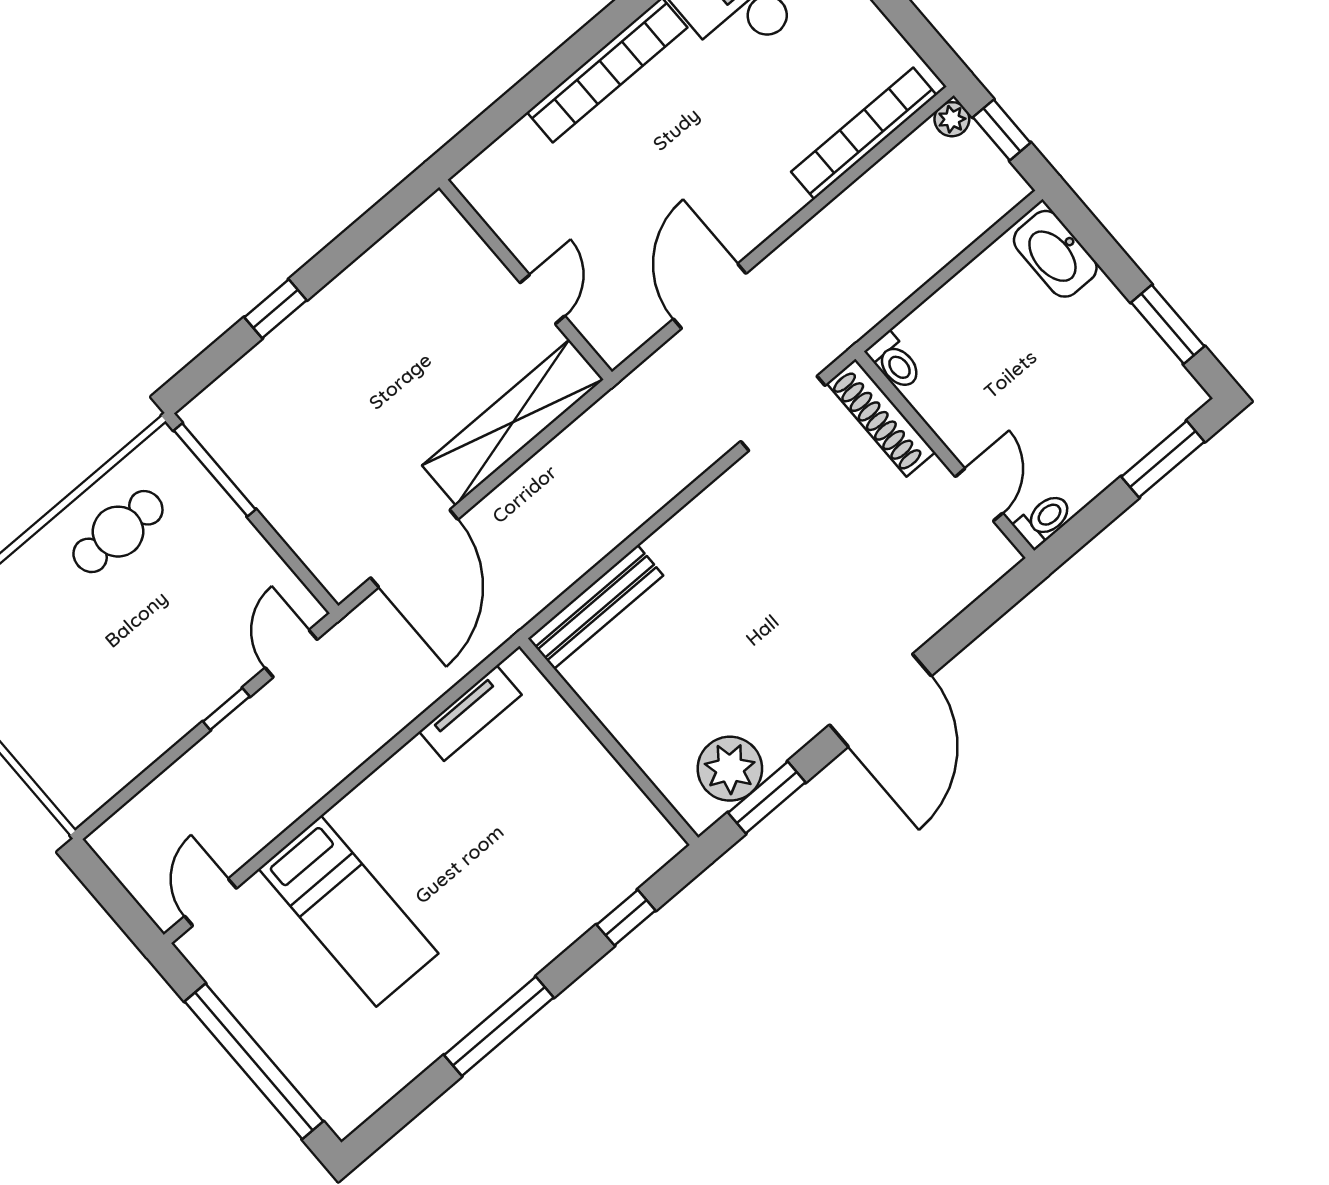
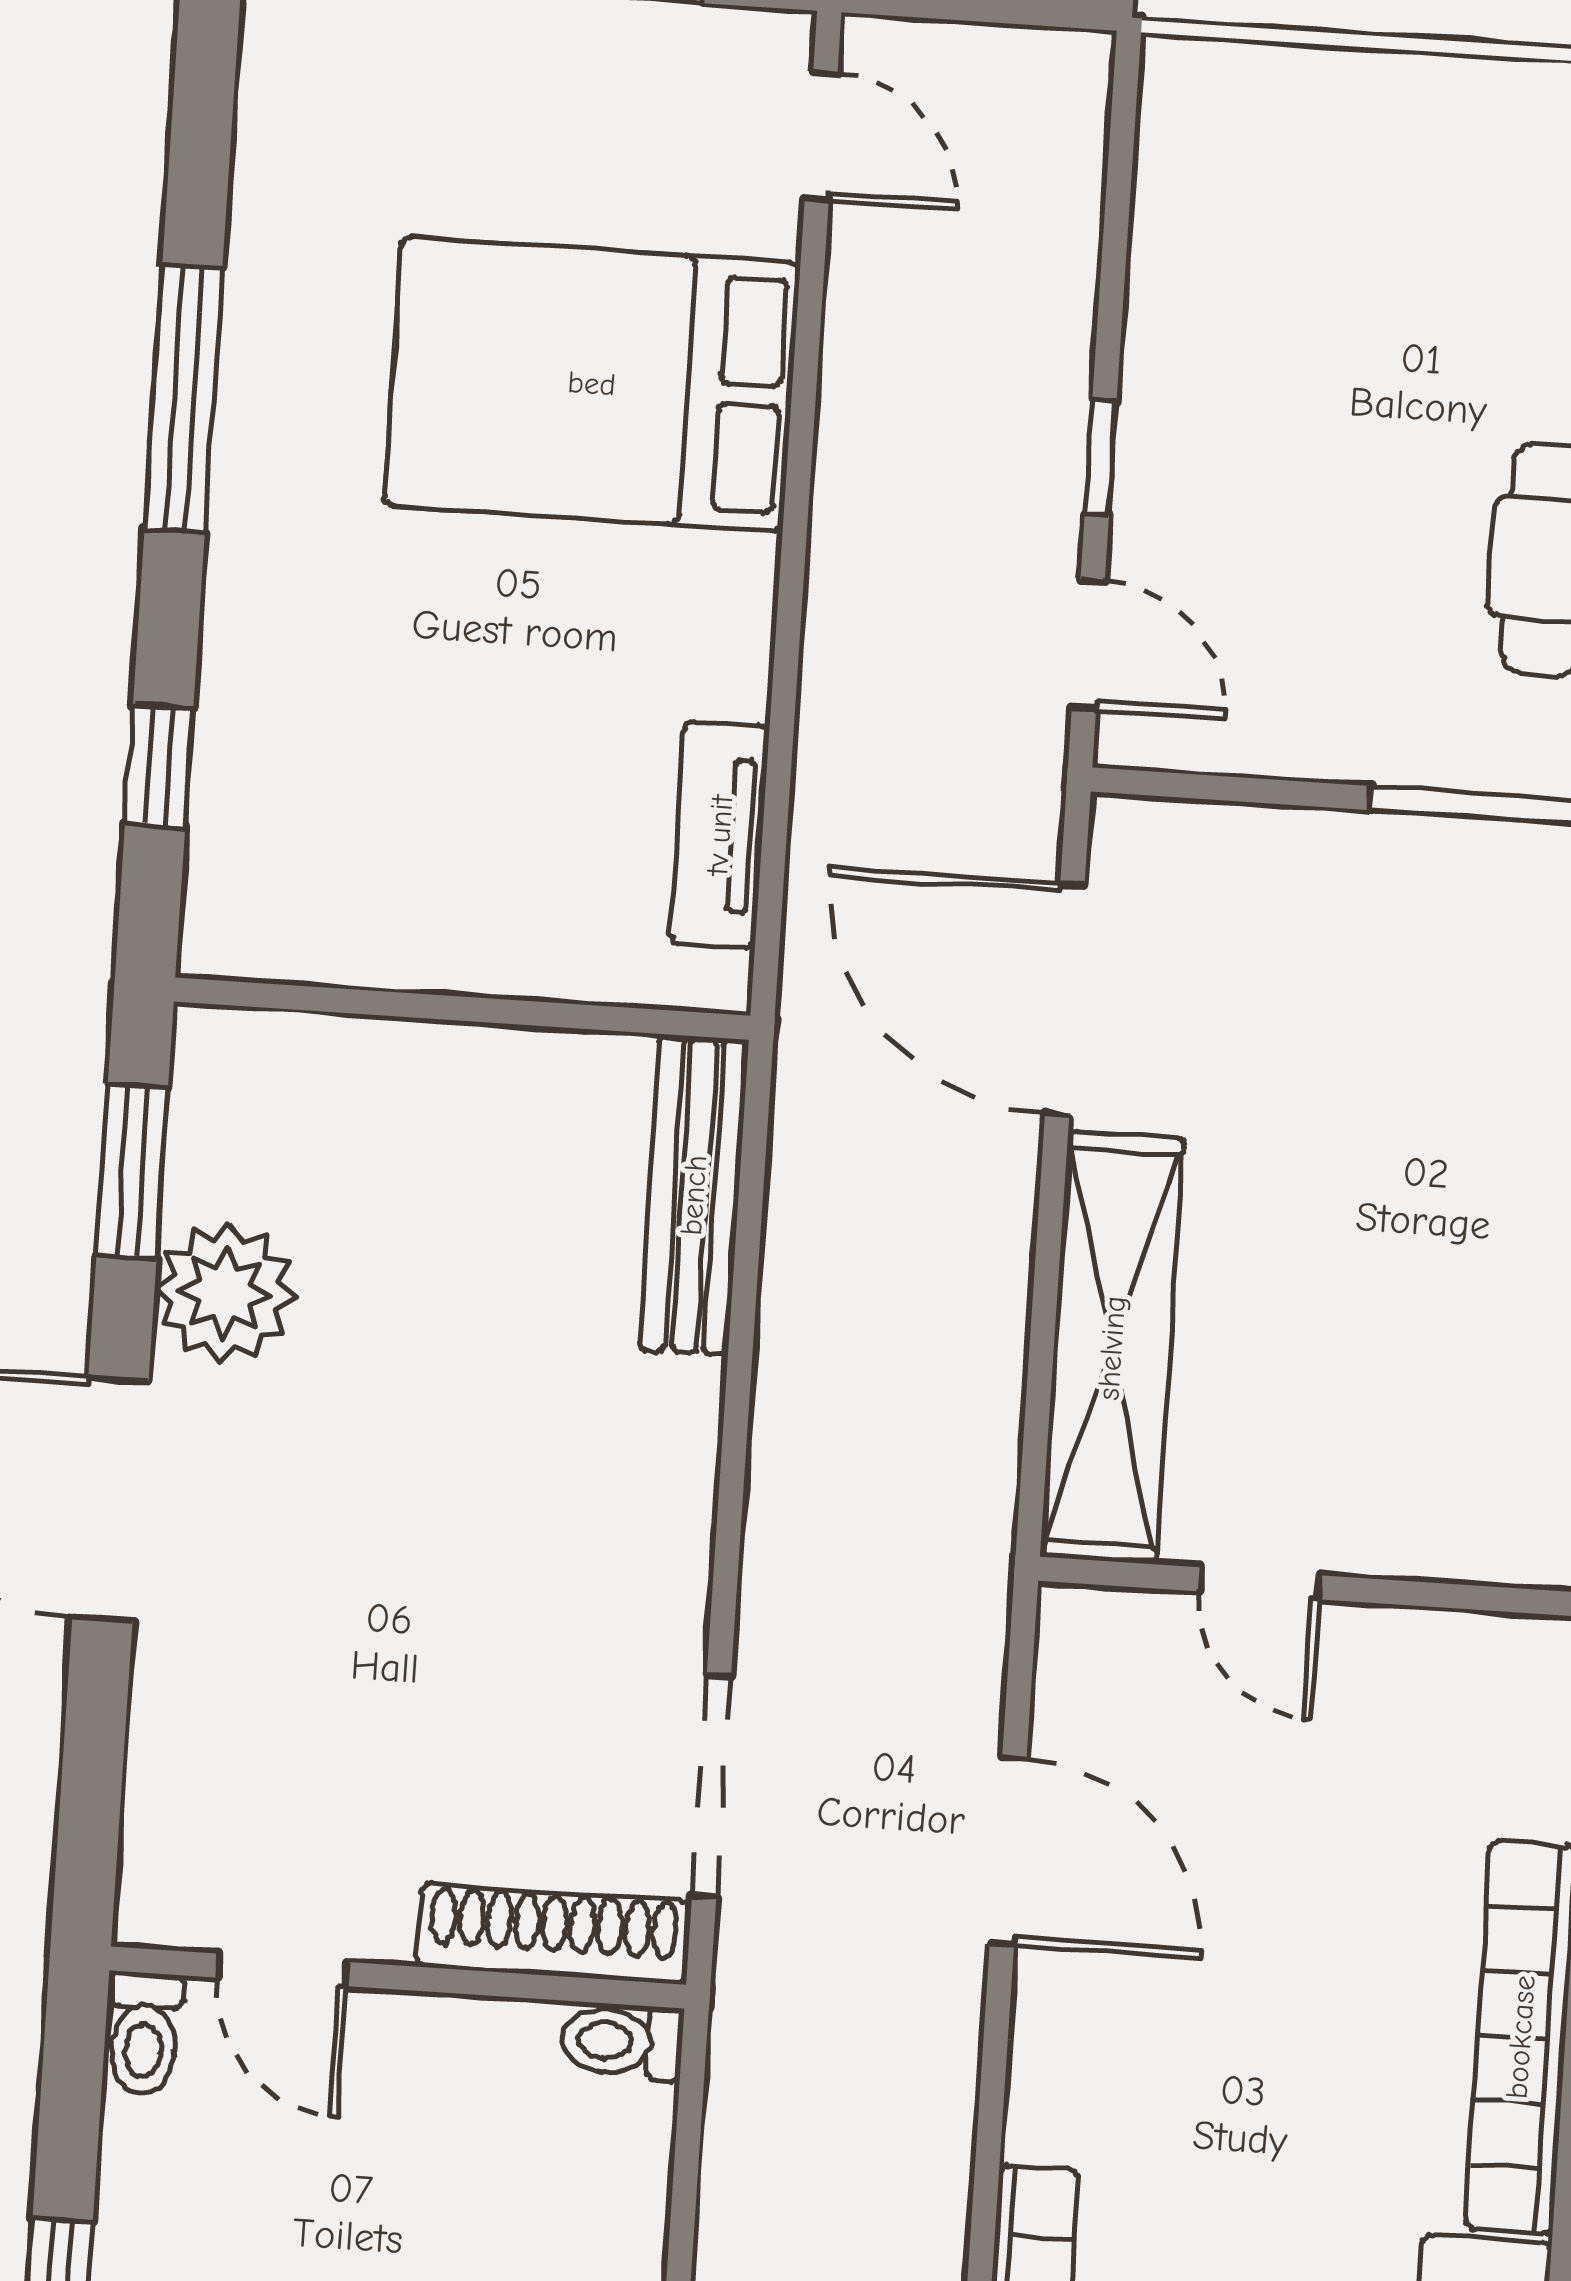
plant: (730, 769) -> (225, 1293), moved
bed: (349, 911) -> (592, 384), width x1.50

